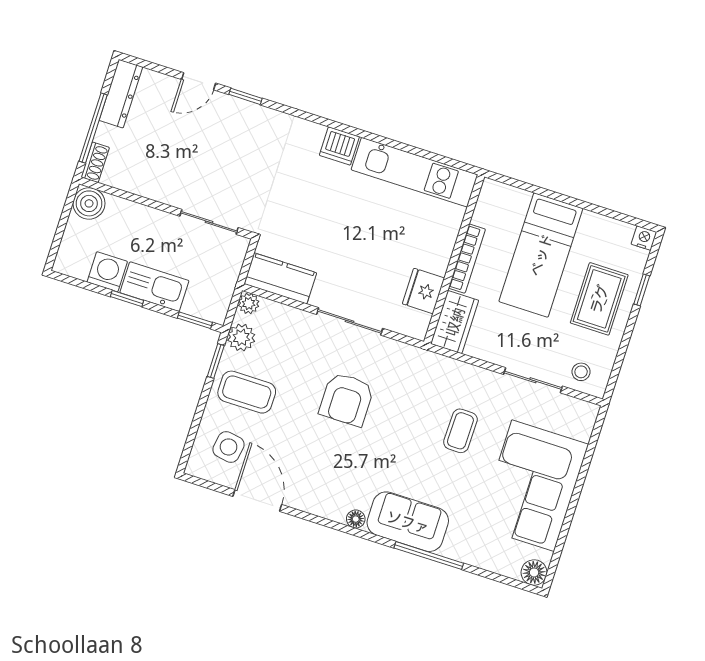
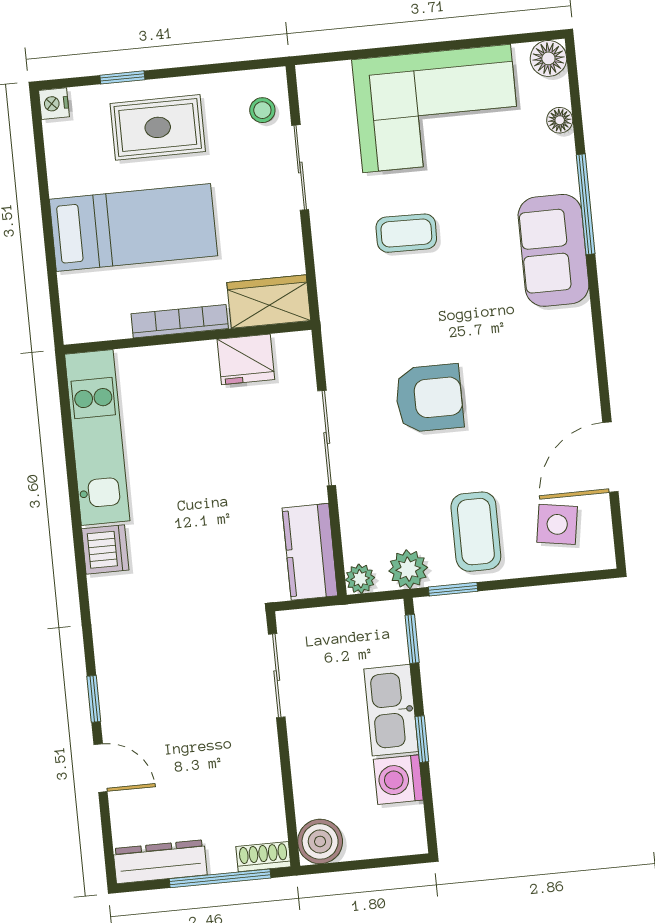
floor lamp: (356, 519) -> (560, 120), moved

